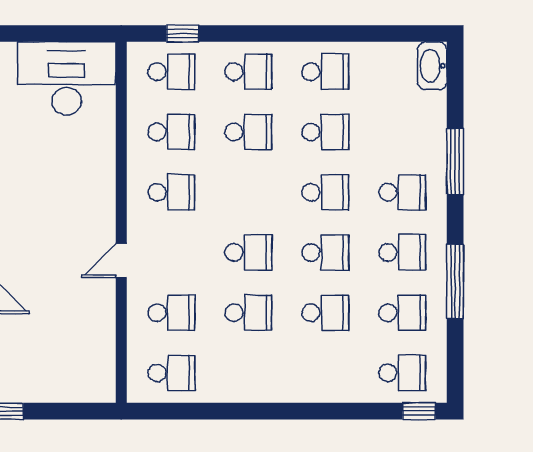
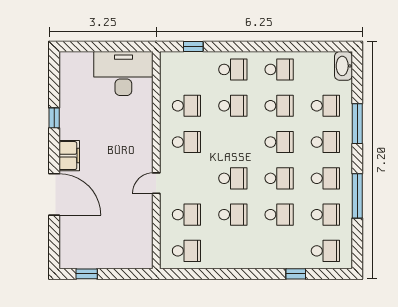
school desk: (171, 72) -> (325, 106), moved
window: (419, 411) -> (296, 274), moved

